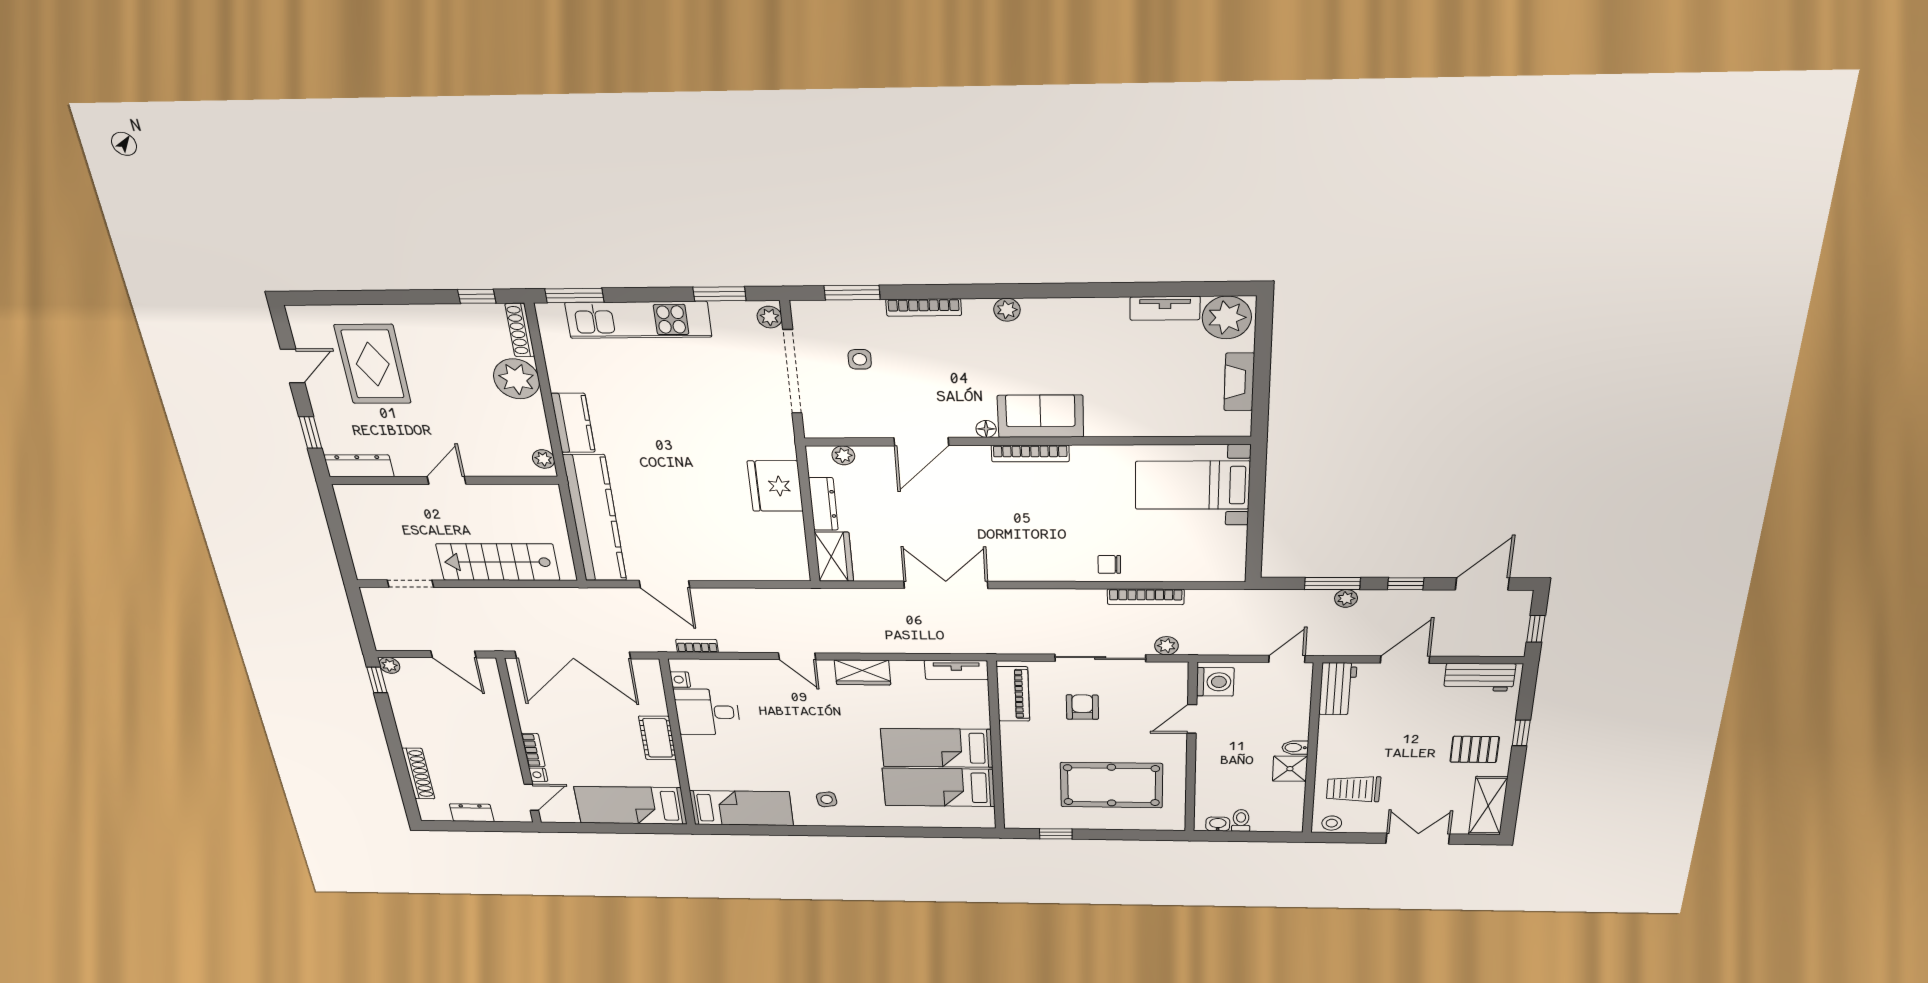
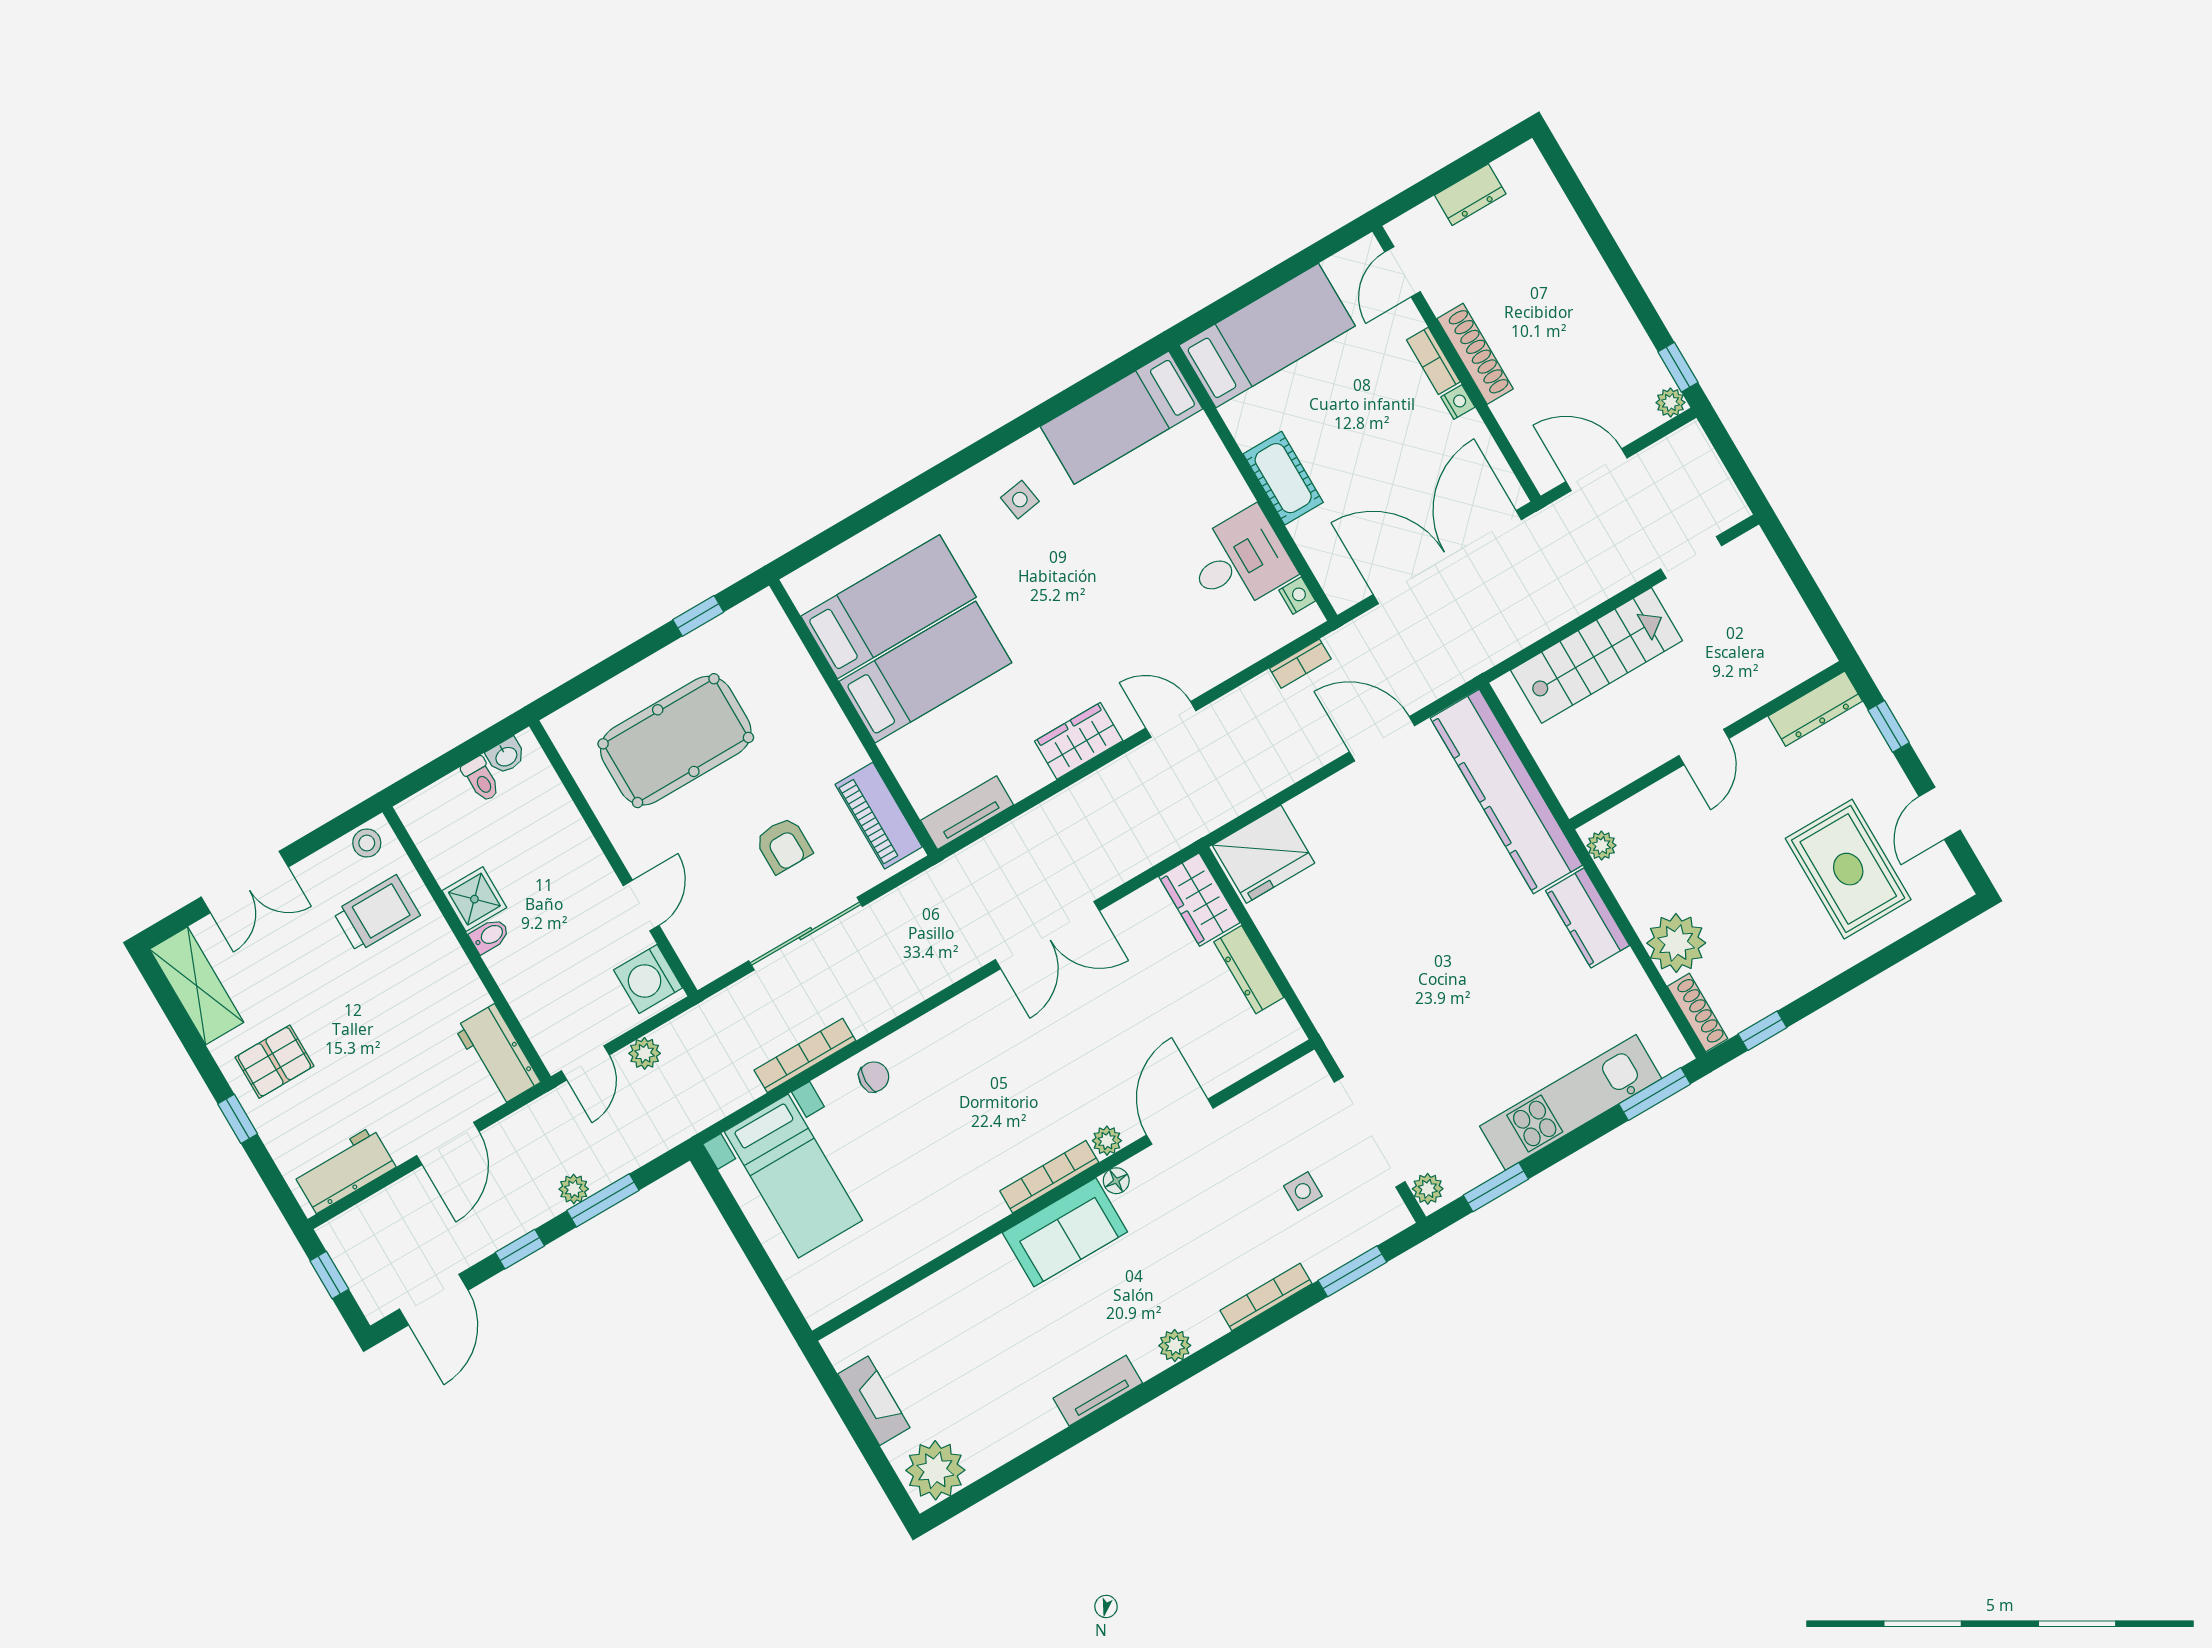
tv unit: (1165, 308) -> (1098, 1391), moved
plant: (843, 455) -> (1107, 1141), moved
bed with nightstands: (1192, 485) -> (793, 1176), moved, turned 90
fridge: (775, 486) -> (1264, 854), moved, turned 90
plant: (1166, 646) -> (645, 1053), moved
shoe rack: (418, 774) -> (1475, 354), moved, turned 180
nightstand: (538, 775) -> (1458, 402), moved

